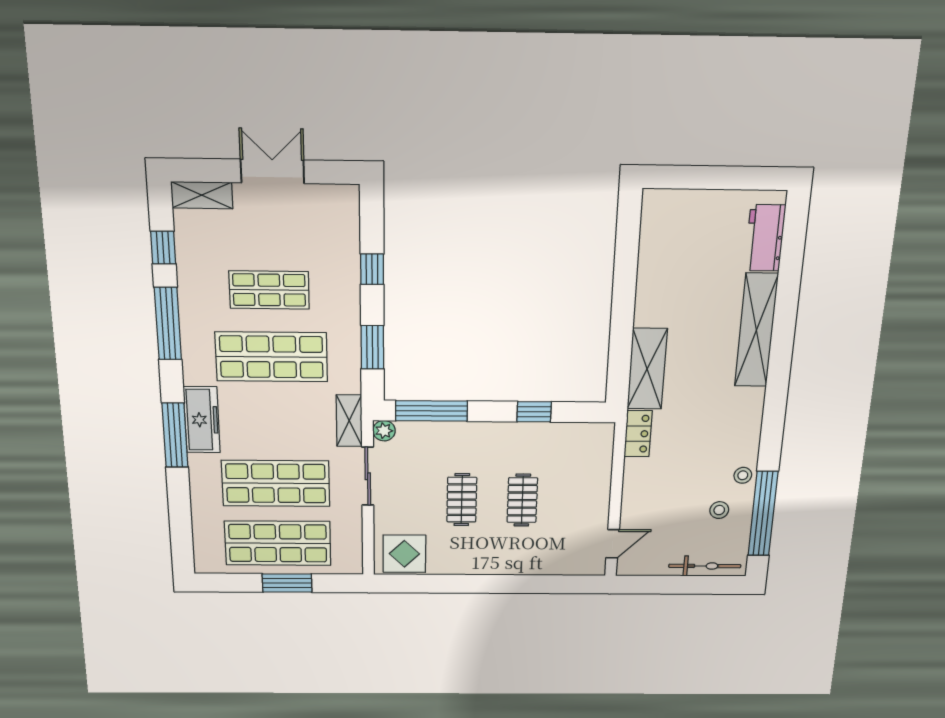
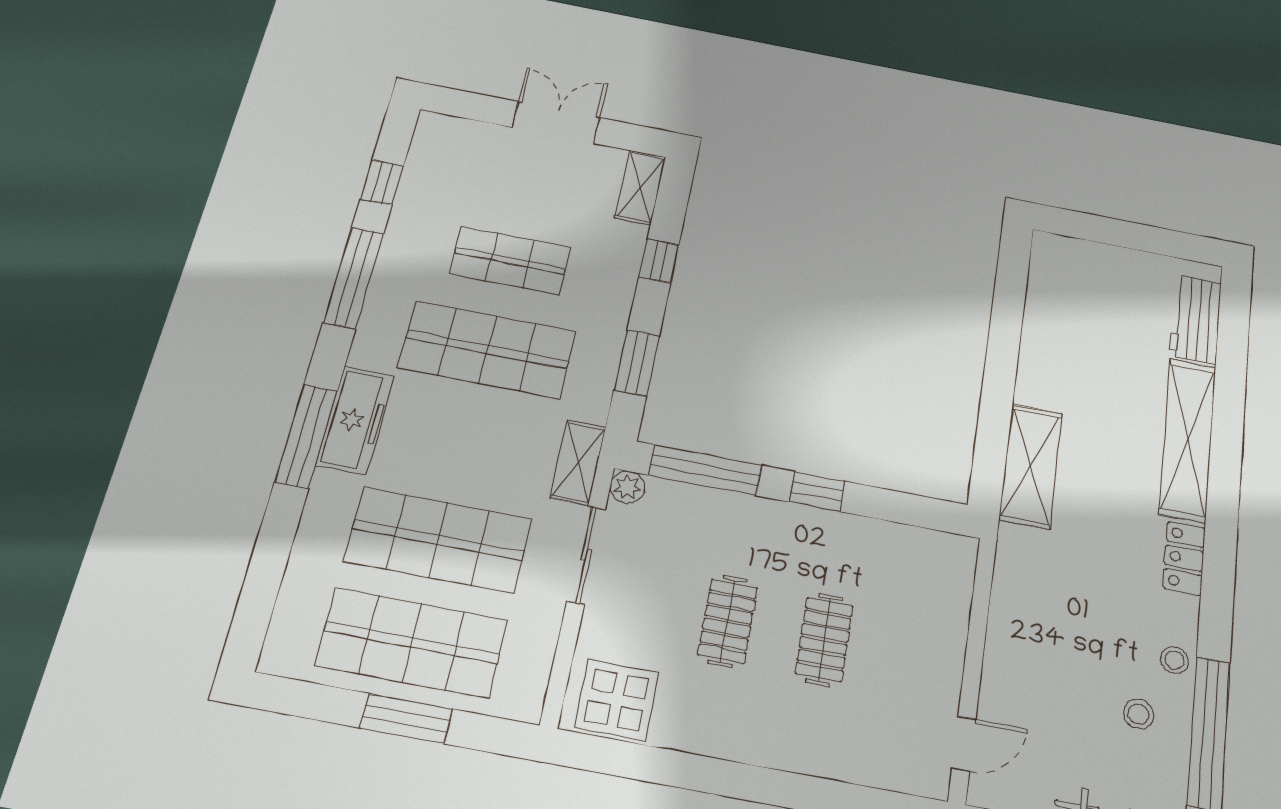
shelving: (202, 195) -> (640, 187), moved, turned 90
window: (534, 412) -> (817, 492), moved
locker: (638, 434) -> (1184, 558), moved, turned 180

